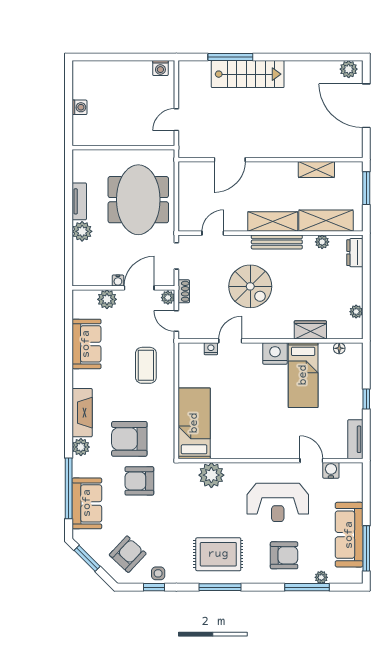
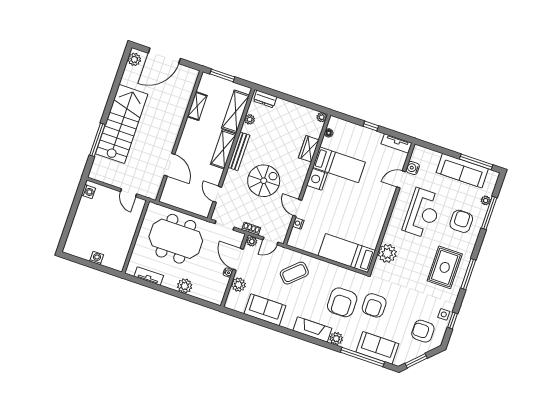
stairs: (248, 74) -> (122, 124), width x1.36, depth x1.51
tv unit: (79, 201) -> (149, 276), moved
plant: (356, 312) -> (322, 117), moved
coffee table: (146, 365) -> (294, 273), turned -43
armchair: (128, 554) -> (423, 331), turned -43

